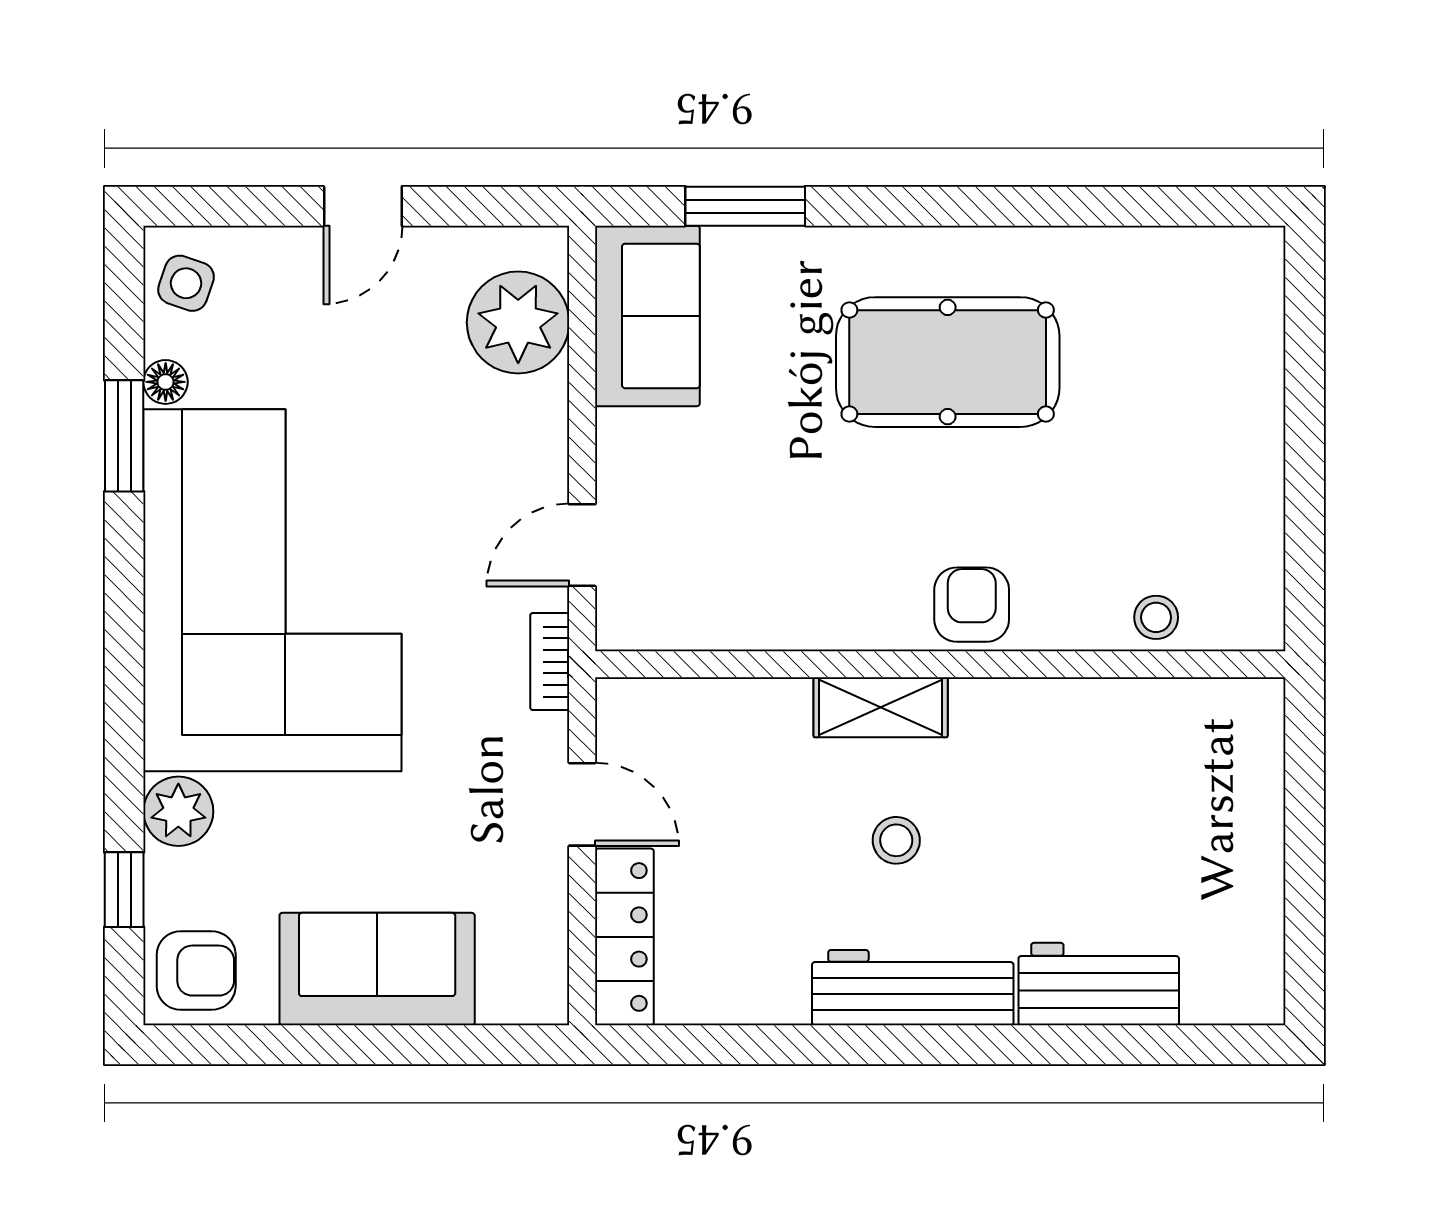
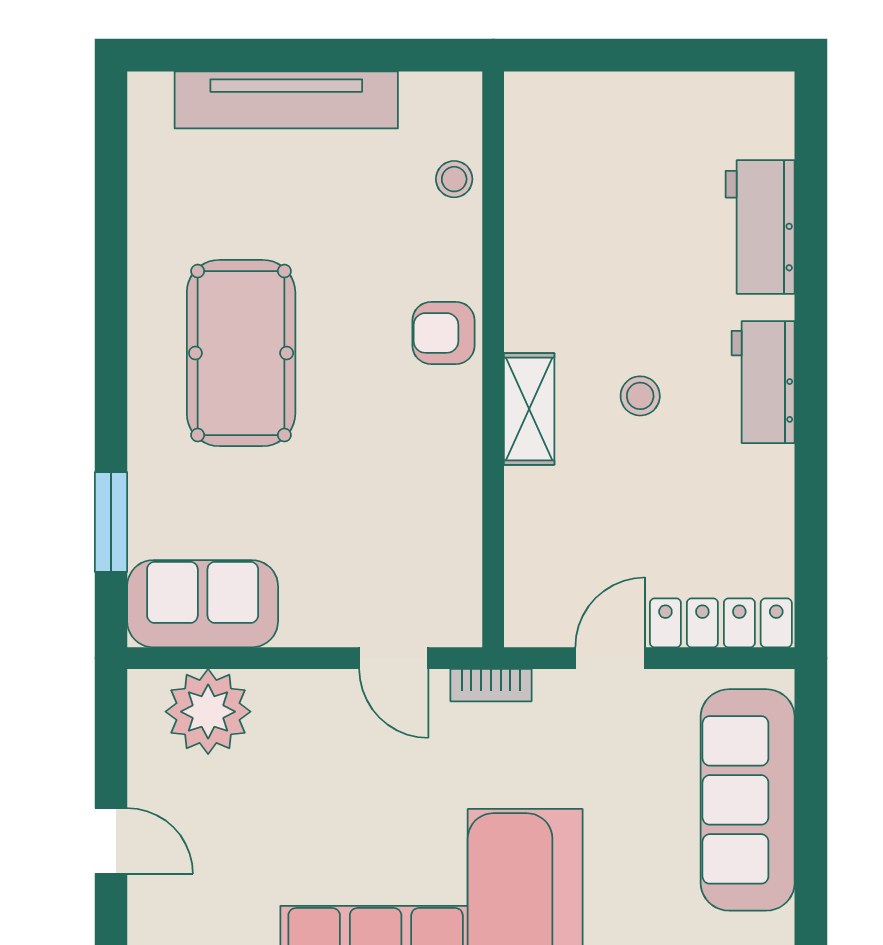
tv unit: (1251, 416) -> (286, 100), added
sofa: (377, 969) -> (748, 800), width x1.36
workbench: (913, 988) -> (763, 382), width x0.73

